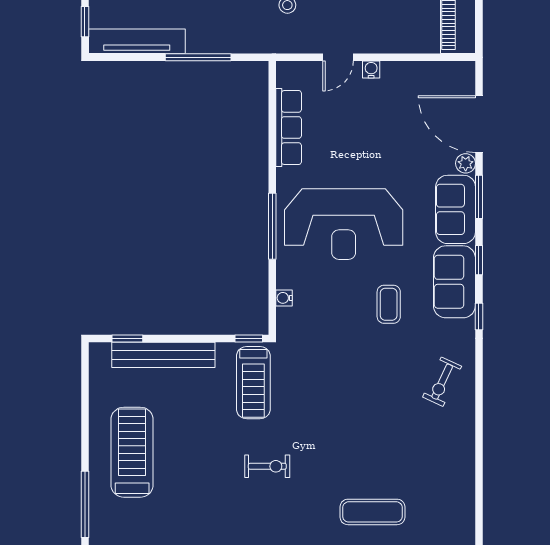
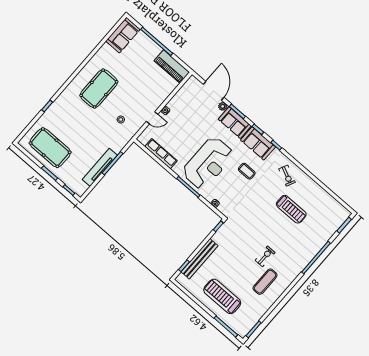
tv unit: (137, 41) -> (100, 167), moved
door: (338, 57) -> (152, 118), hinge flipped
door: (479, 124) -> (214, 91), swing flipped
treadmill: (253, 383) -> (291, 209), moved
exercise mat: (372, 512) -> (265, 282), moved

